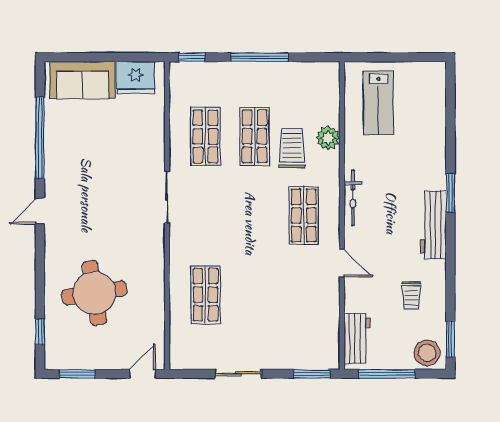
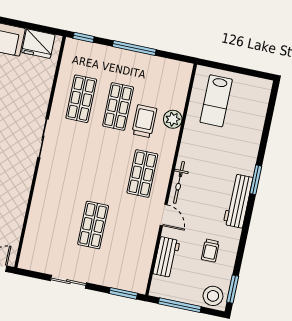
bicycle: (353, 198) -> (179, 182), moved
shop shelf: (205, 295) -> (93, 225), moved
workbench: (357, 339) -> (166, 257), moved

